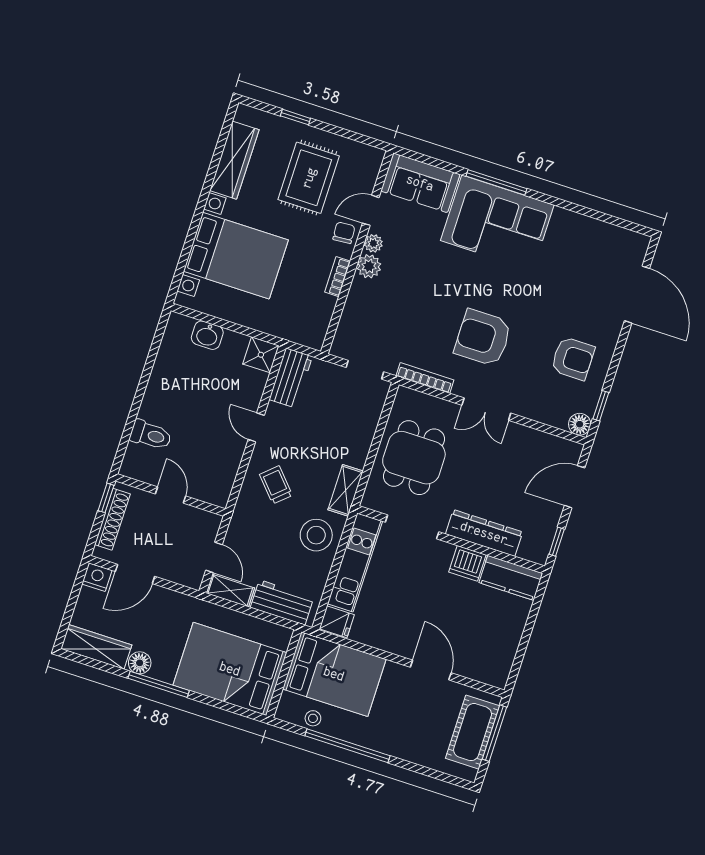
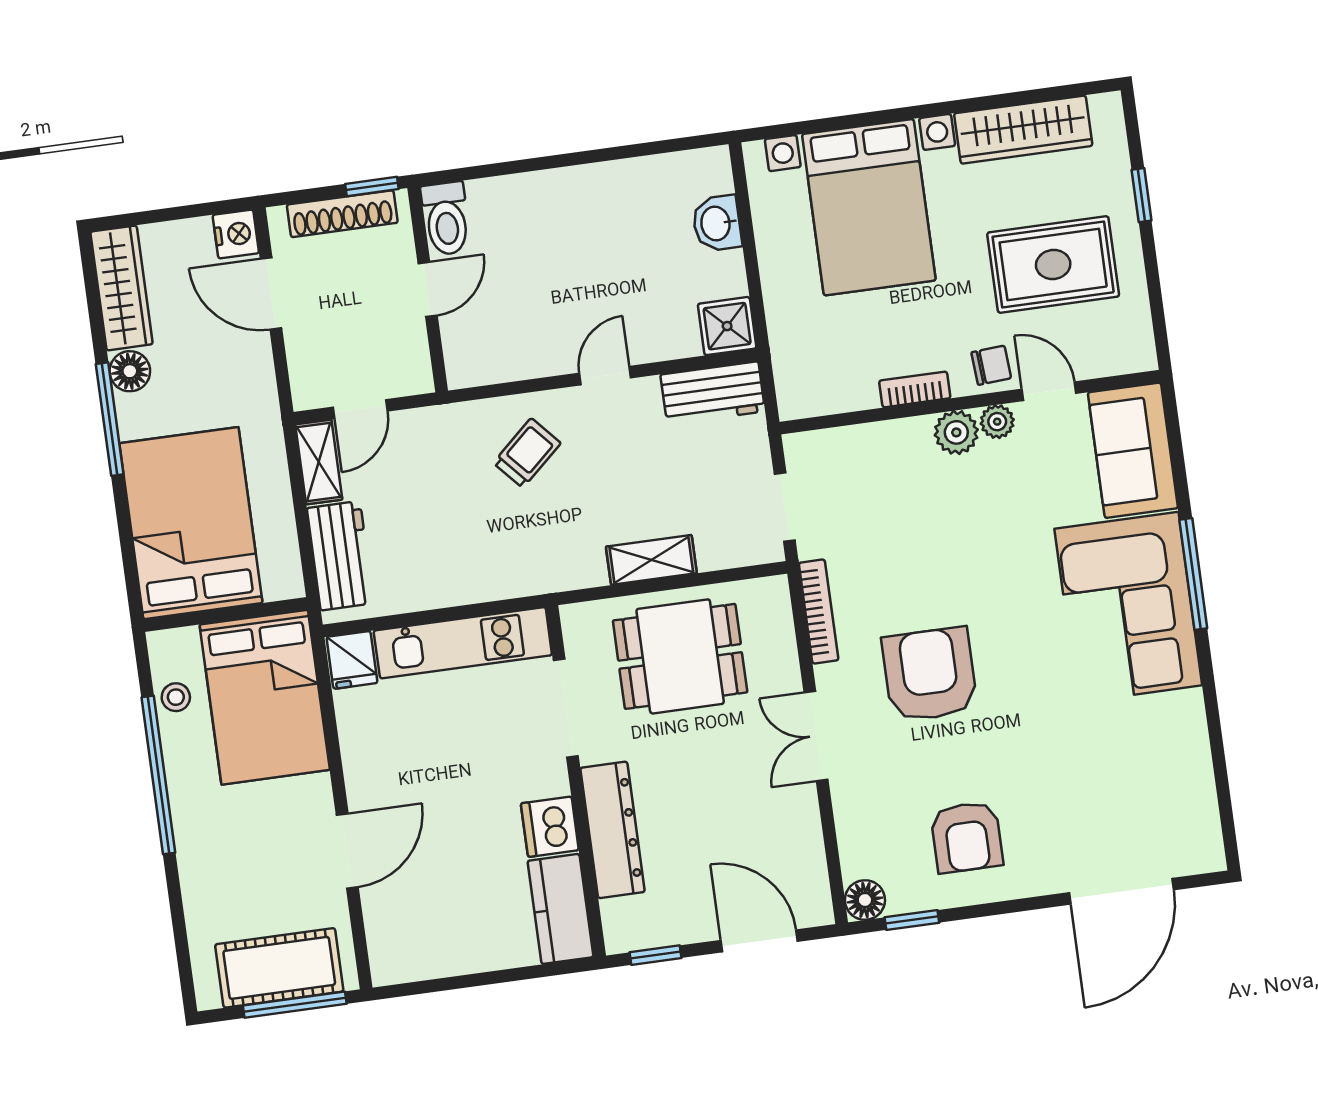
toilet: (151, 435) -> (446, 219), moved
shelving: (346, 490) -> (651, 560), moved
stool: (316, 535) -> (477, 558), removed

